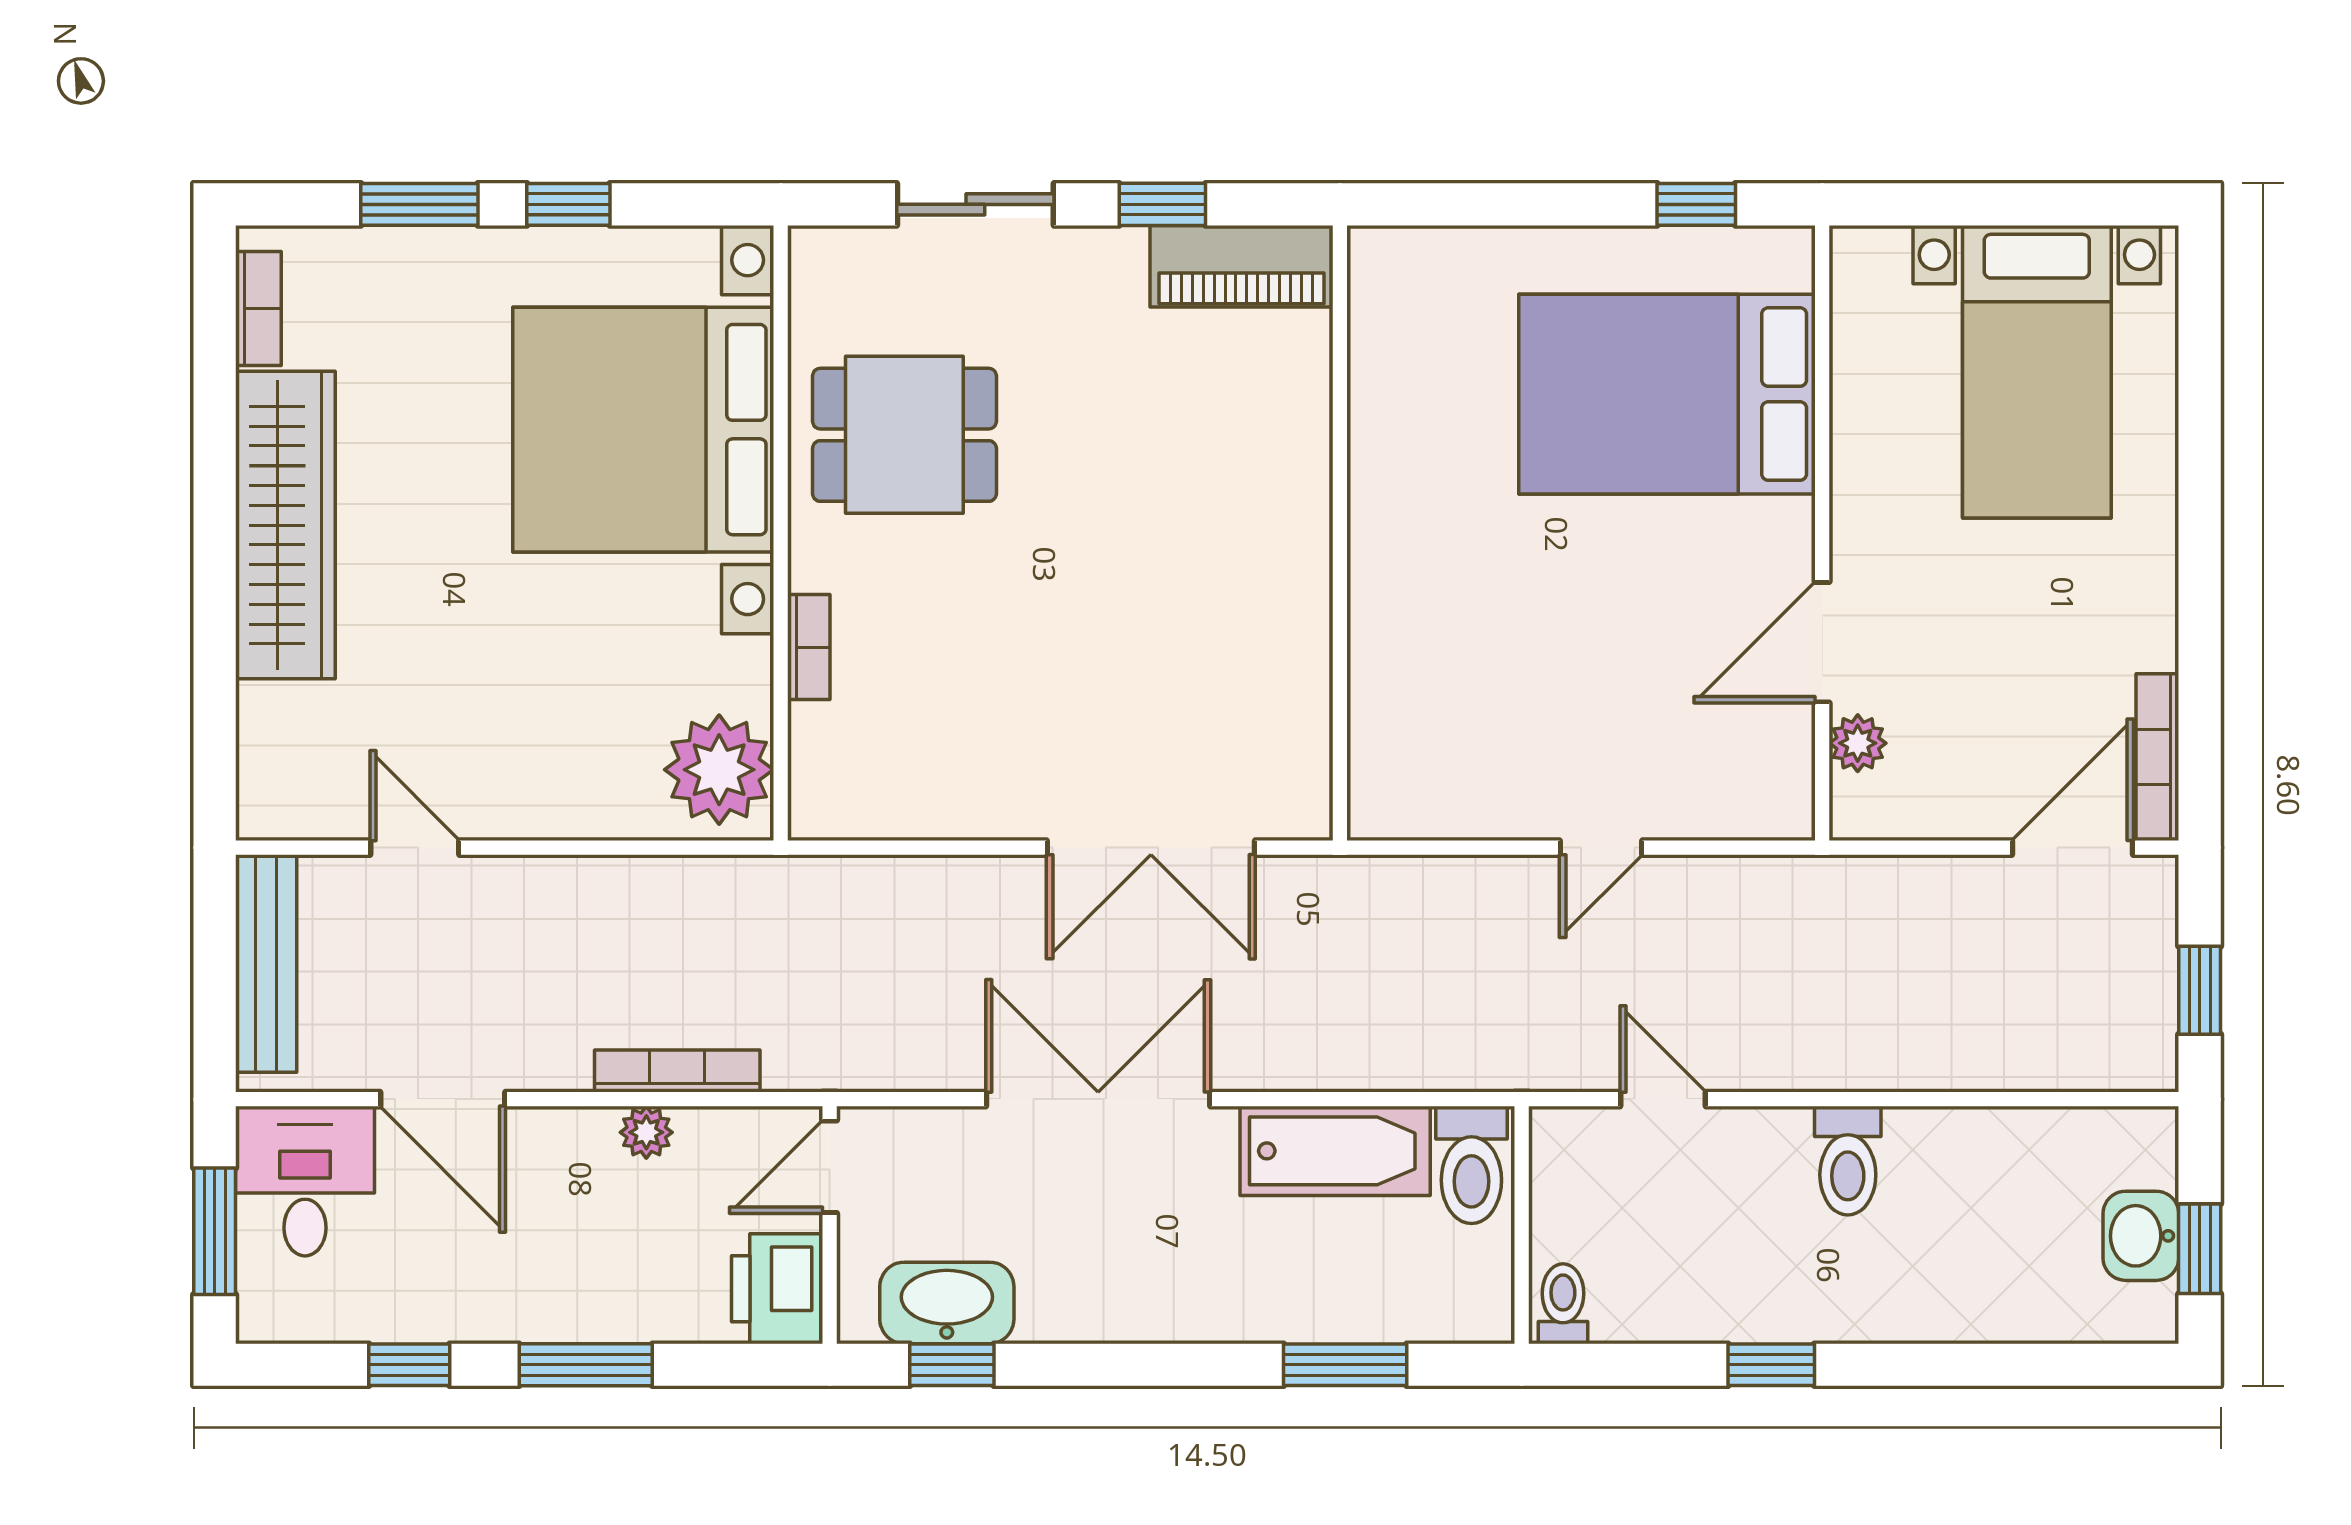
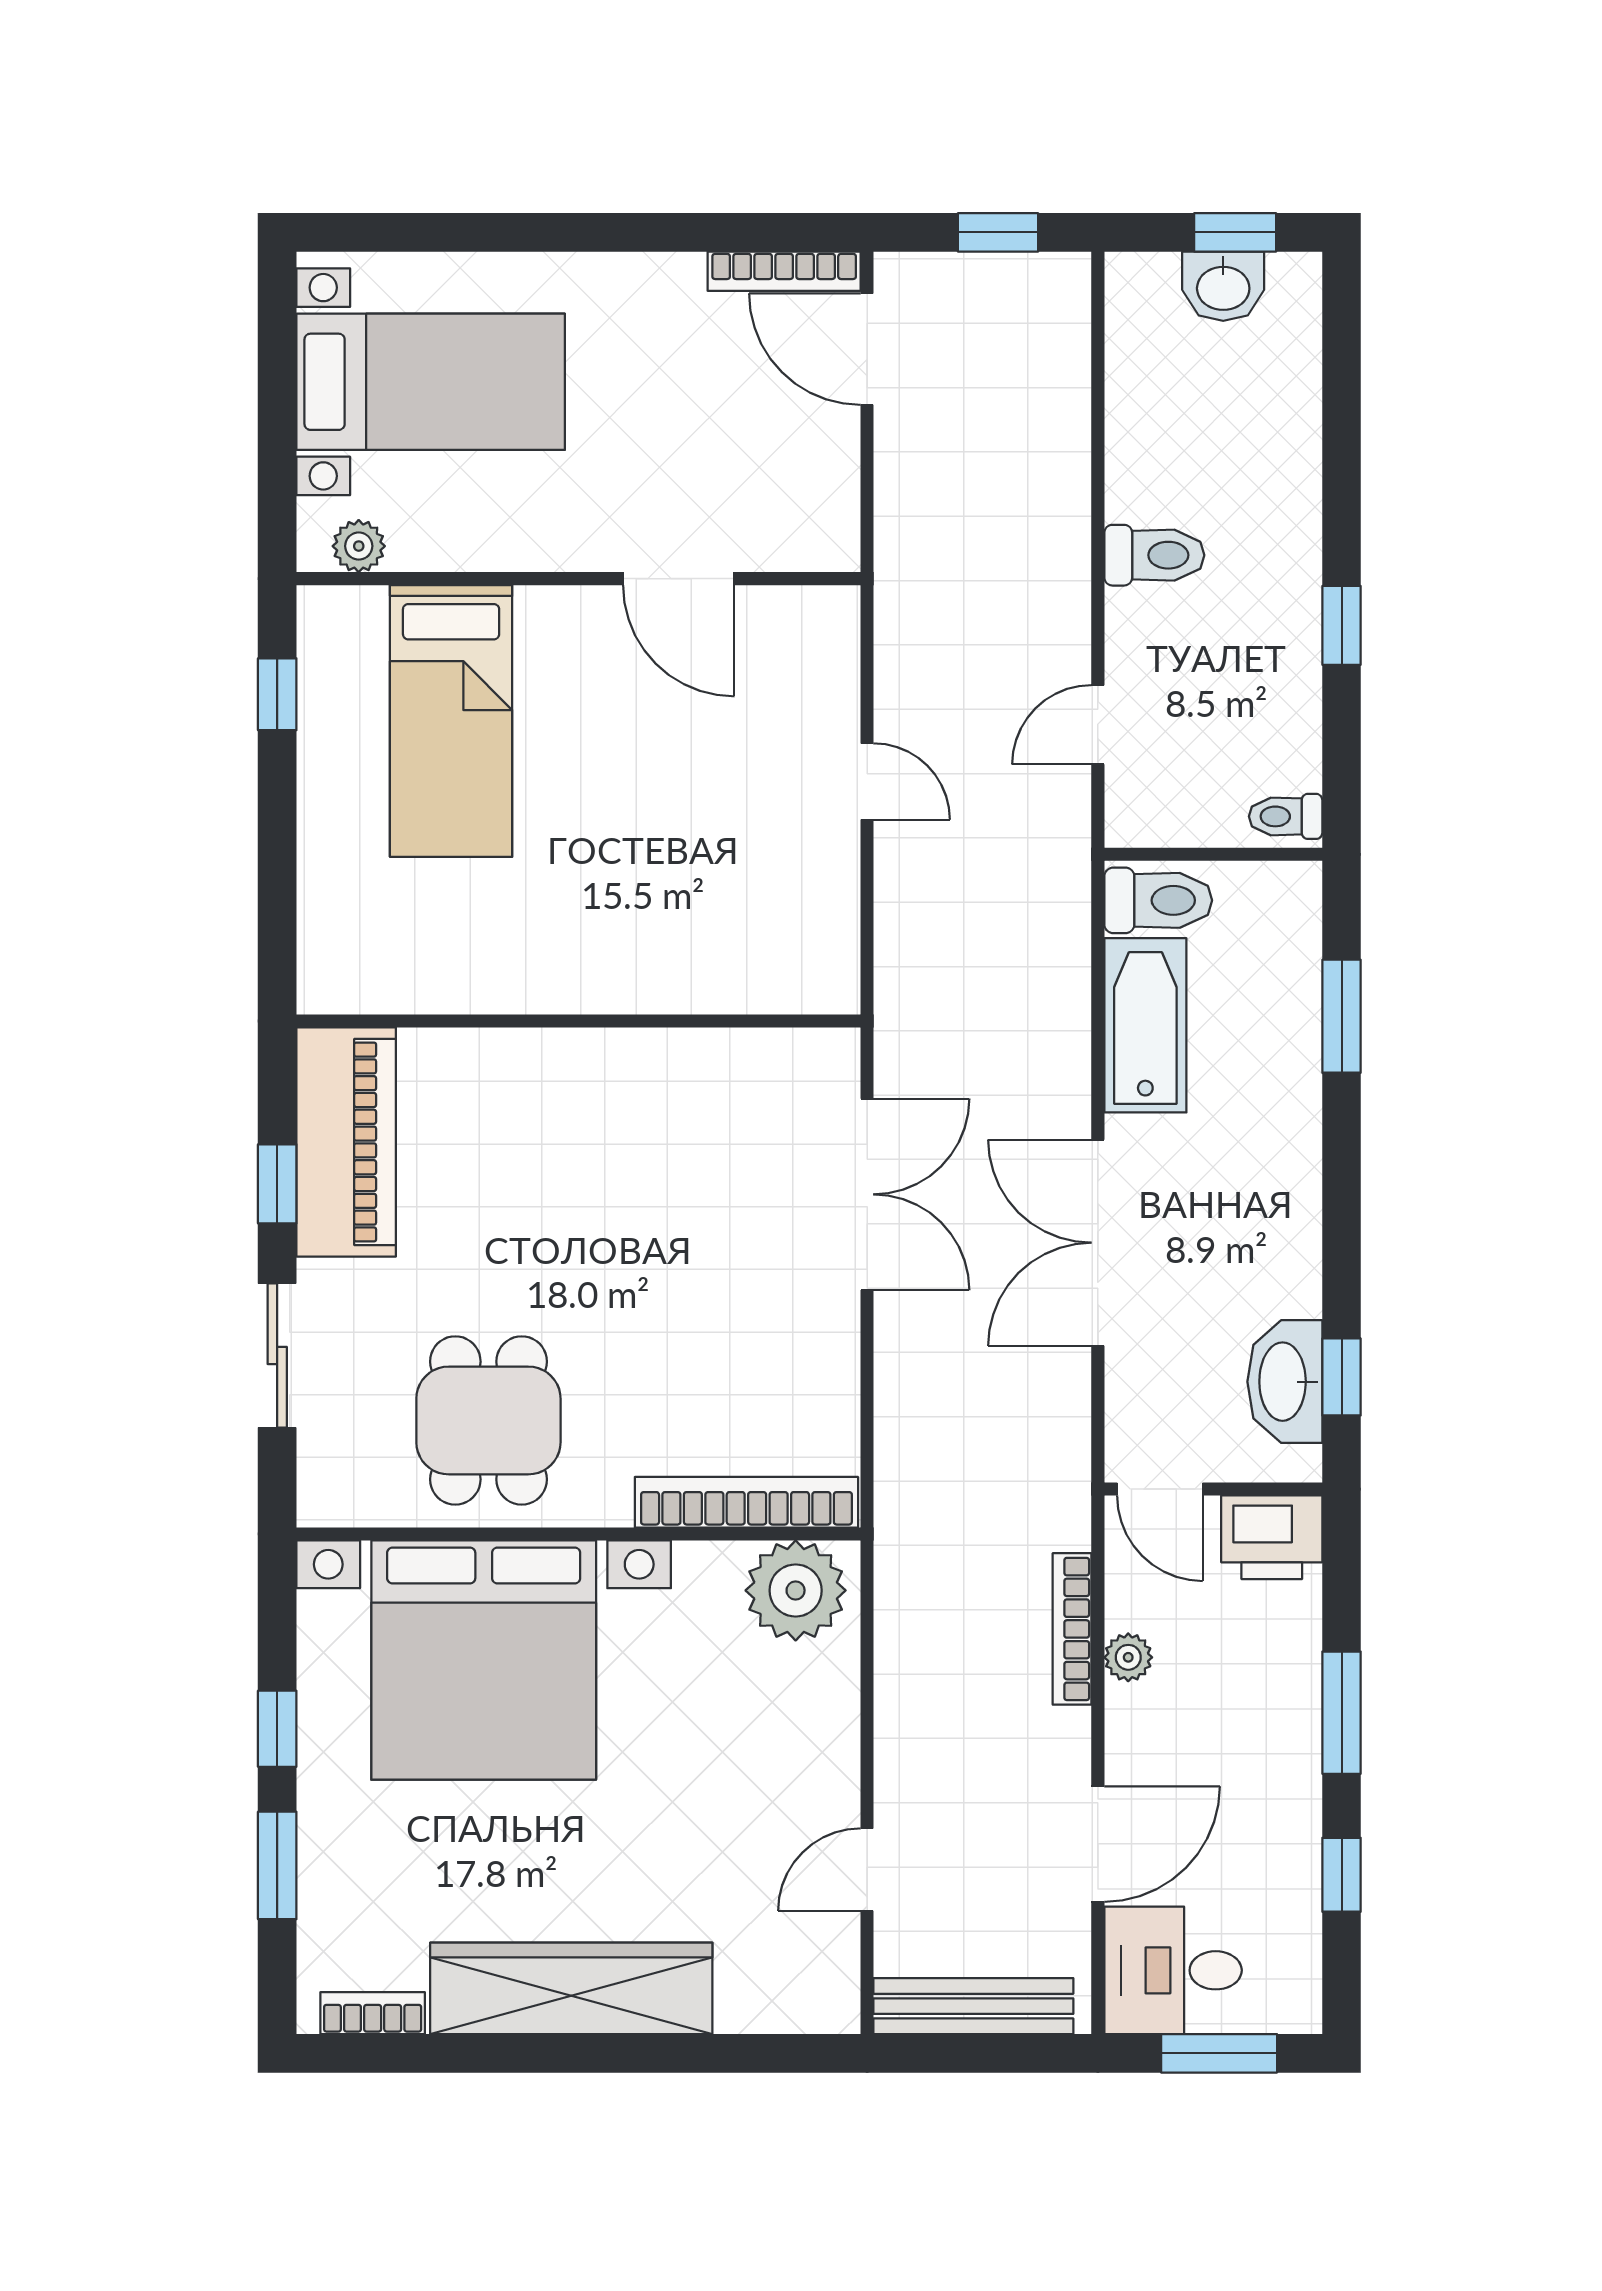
piano: (1241, 266) -> (346, 1142), width x1.37, depth x1.33
bed: (1667, 394) -> (451, 721), width x0.67
bookcase: (809, 647) -> (746, 1502), width x2.31, depth x1.31
plant: (1858, 743) -> (359, 546), moved

